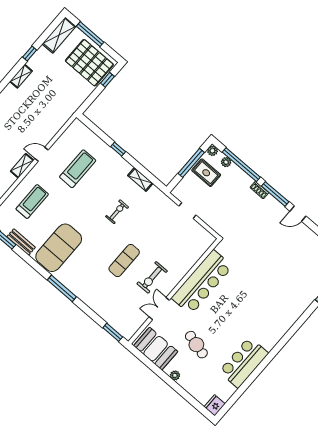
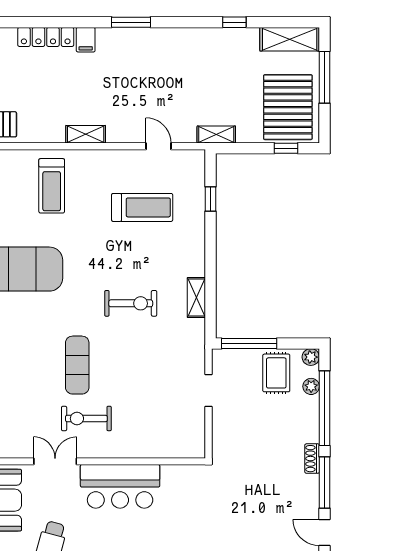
shelving: (21, 76) -> (216, 135), moved
window: (118, 149) -> (211, 199), moved
door: (41, 154) -> (158, 146), moved
window: (191, 163) -> (249, 343), moved
treadmill: (32, 202) -> (52, 186), turned 90
exercise bike: (117, 212) -> (131, 303), width x1.38, depth x1.39
exercise mat: (124, 260) -> (77, 365), turned 90
bar counter: (202, 282) -> (120, 486), width x0.73

